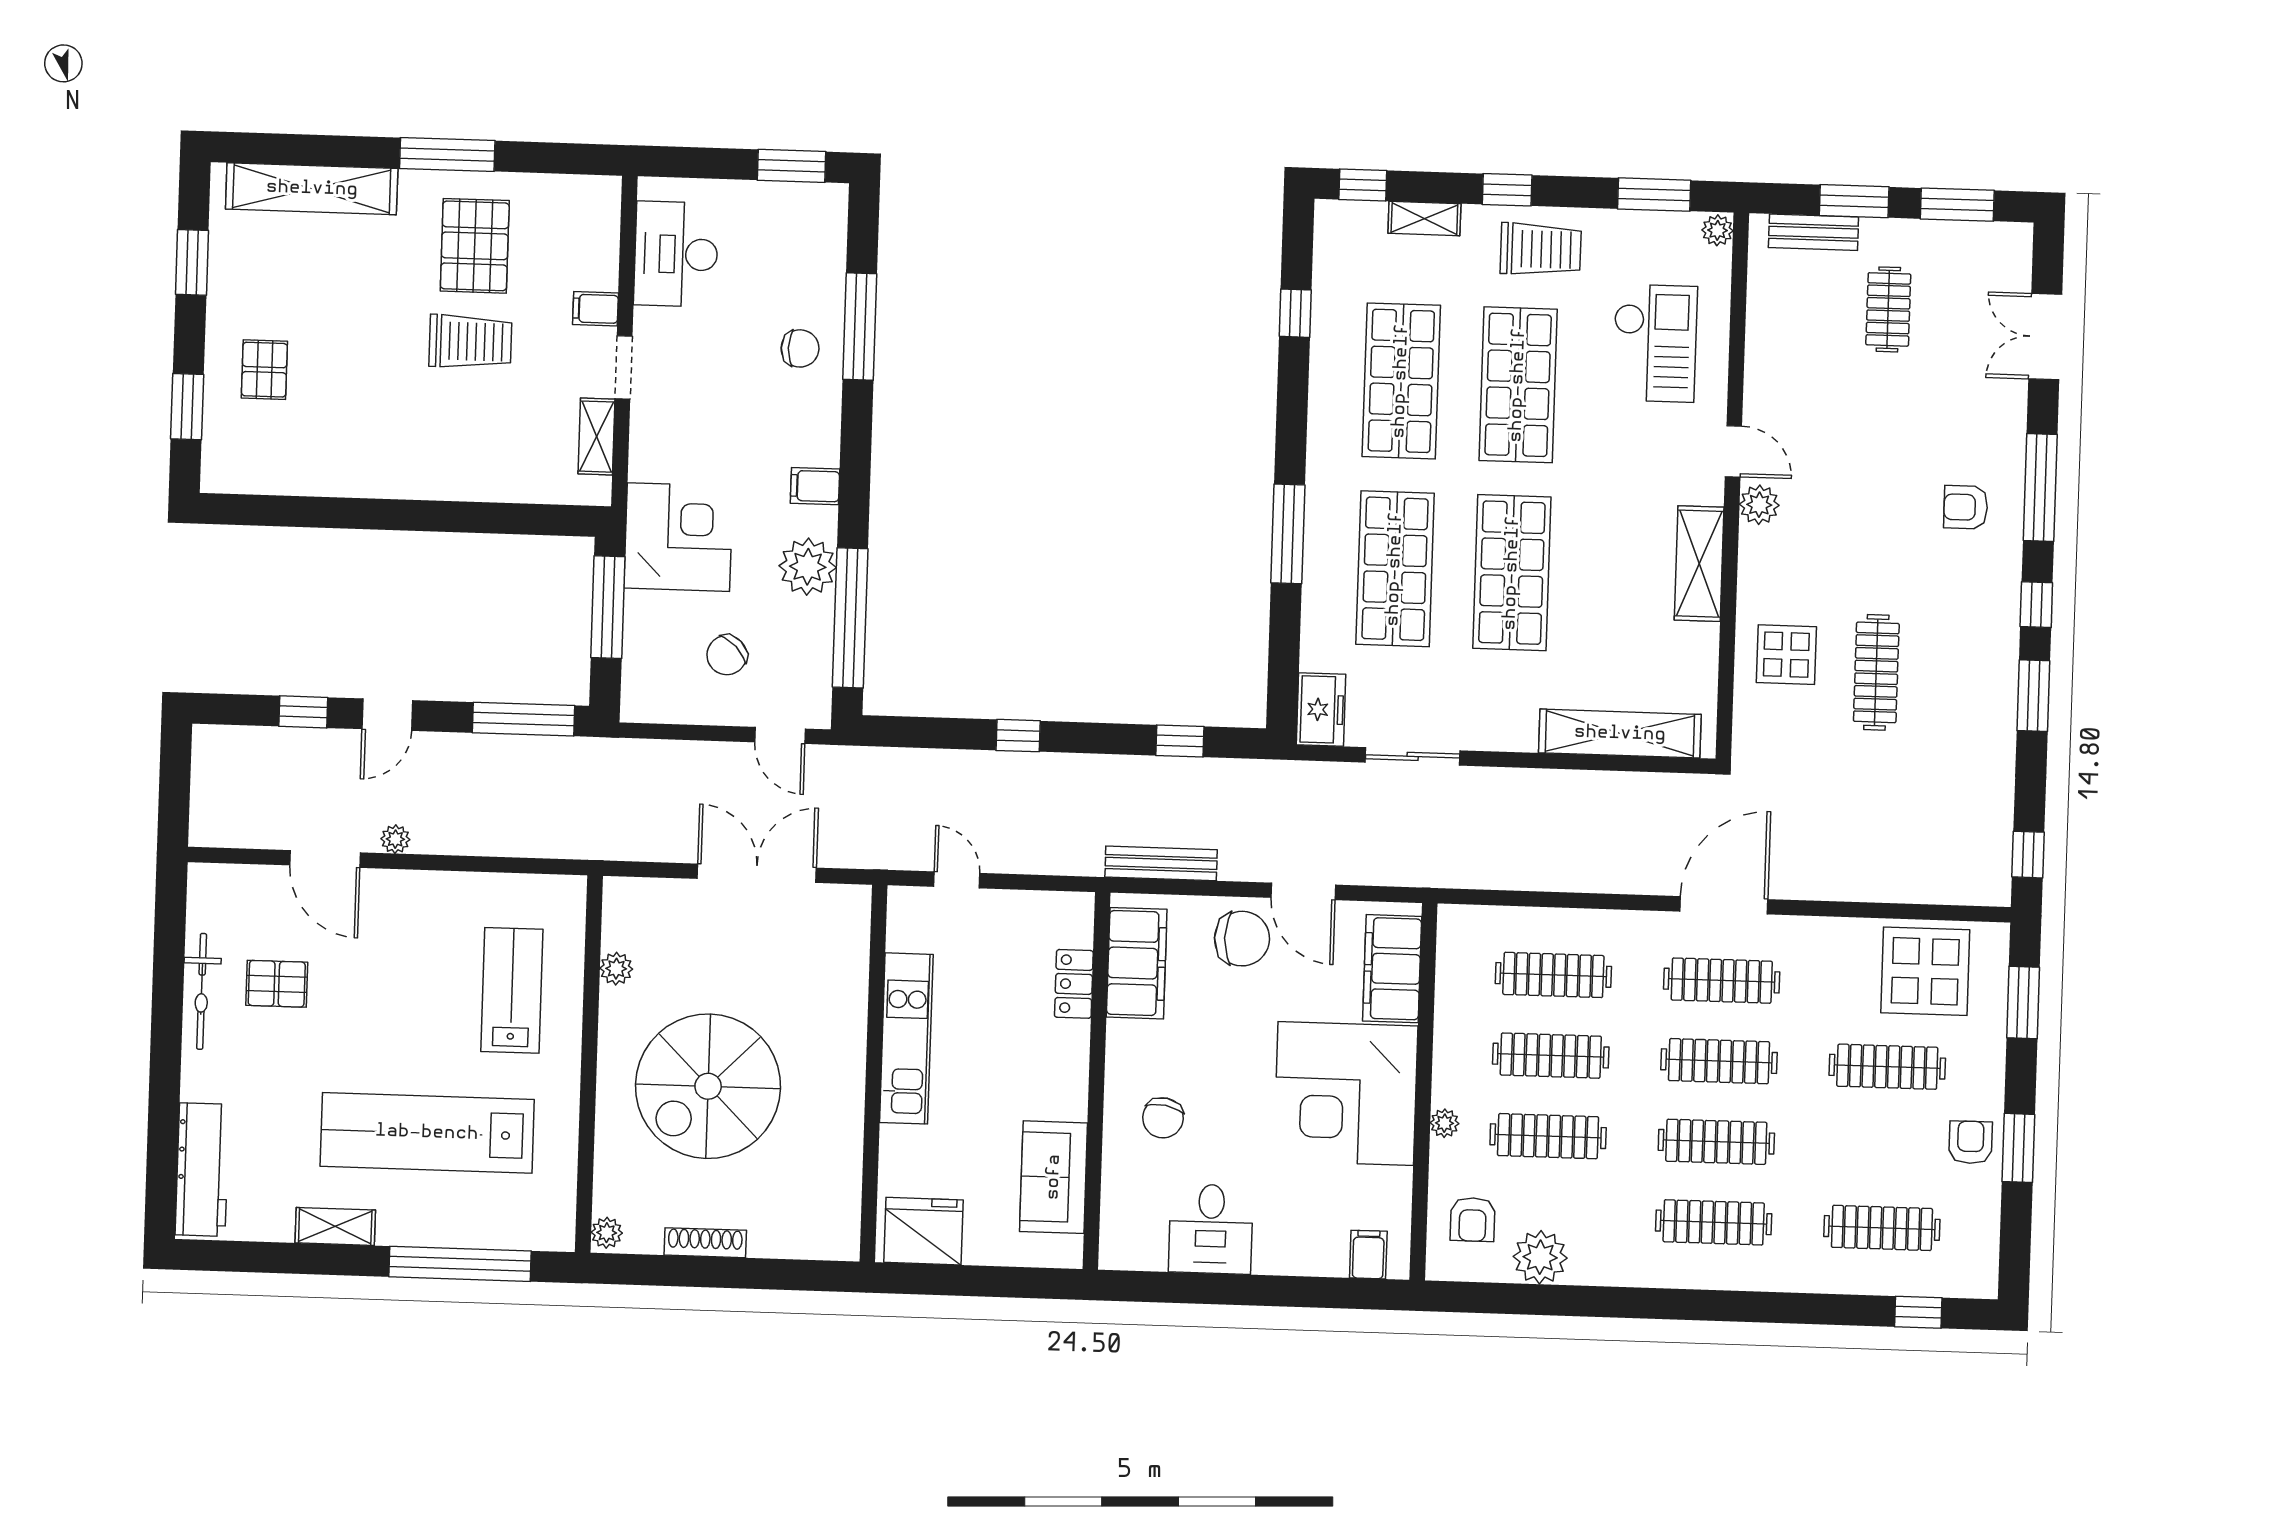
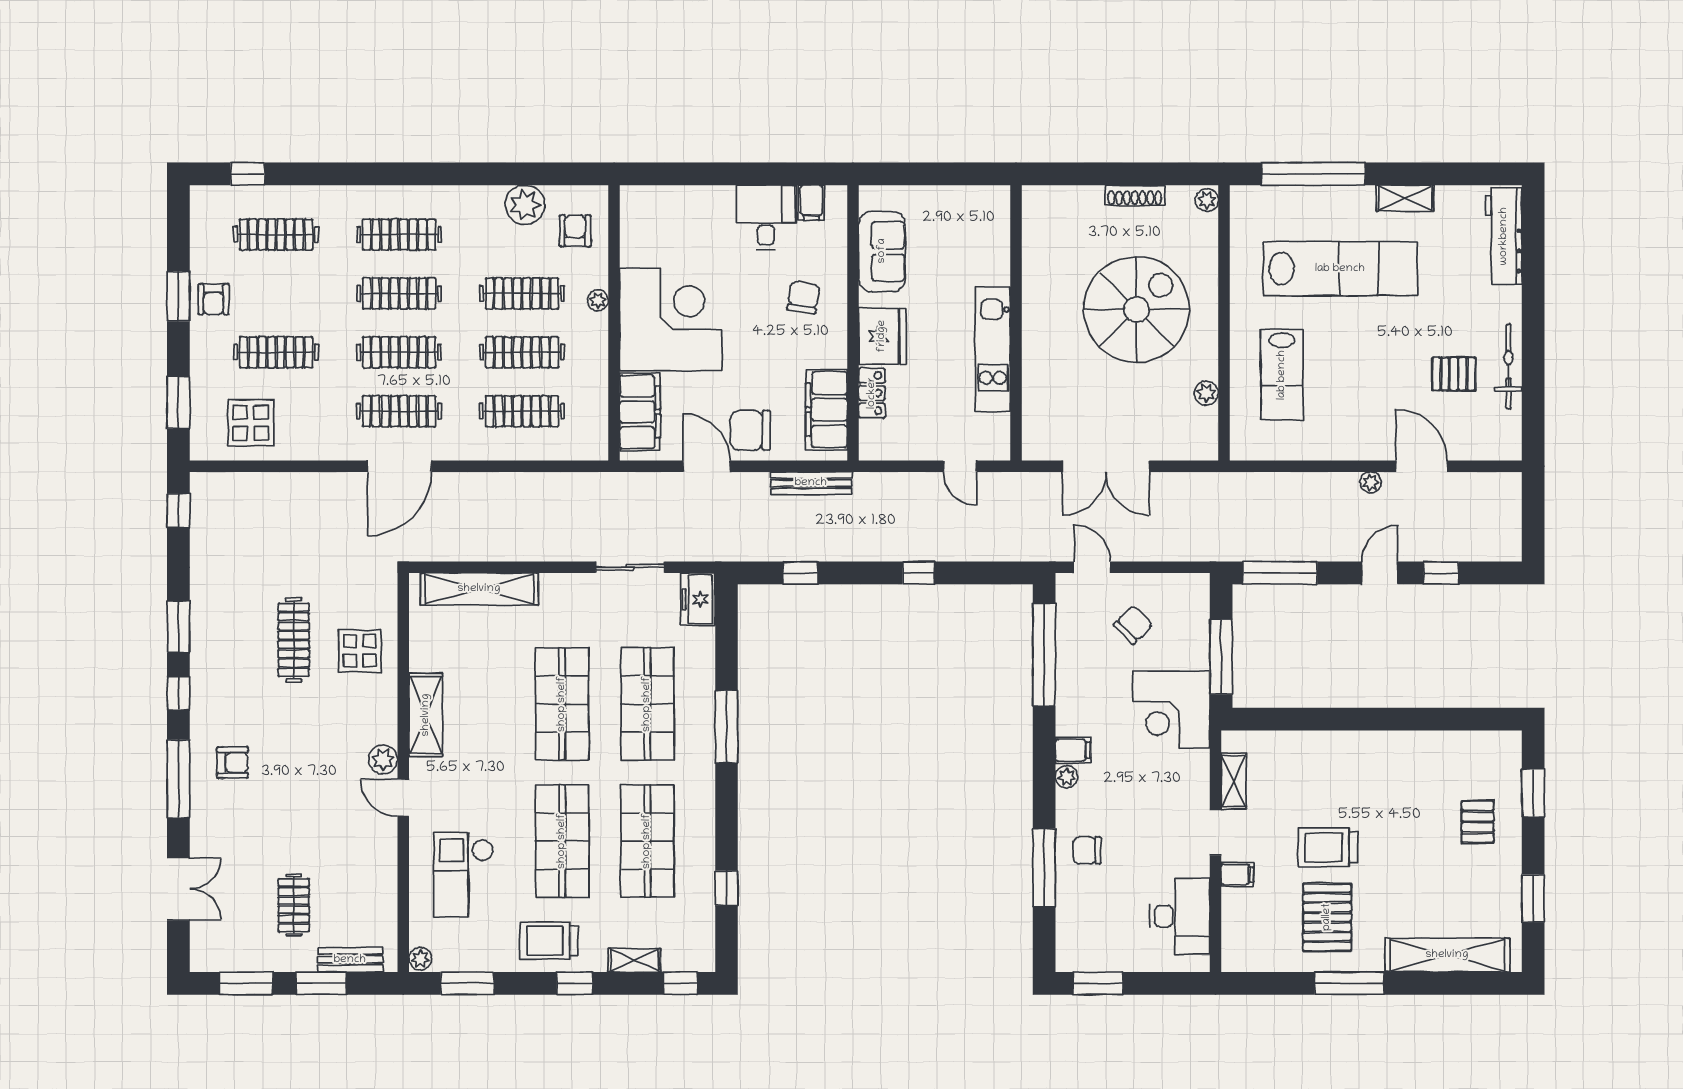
plant: (808, 567) -> (1066, 777), moved, width x0.53, depth x0.53
display table: (1925, 971) -> (251, 423), width x0.73, depth x0.73
fridge: (923, 1231) -> (882, 336), moved, turned -90
filing cabinet: (1368, 1255) -> (811, 203), moved

